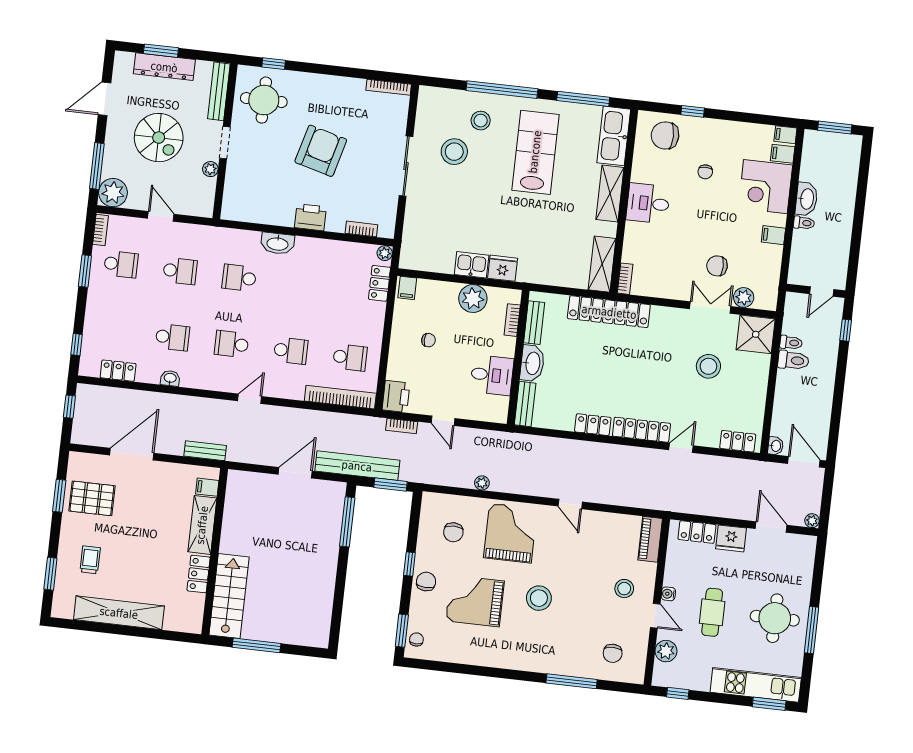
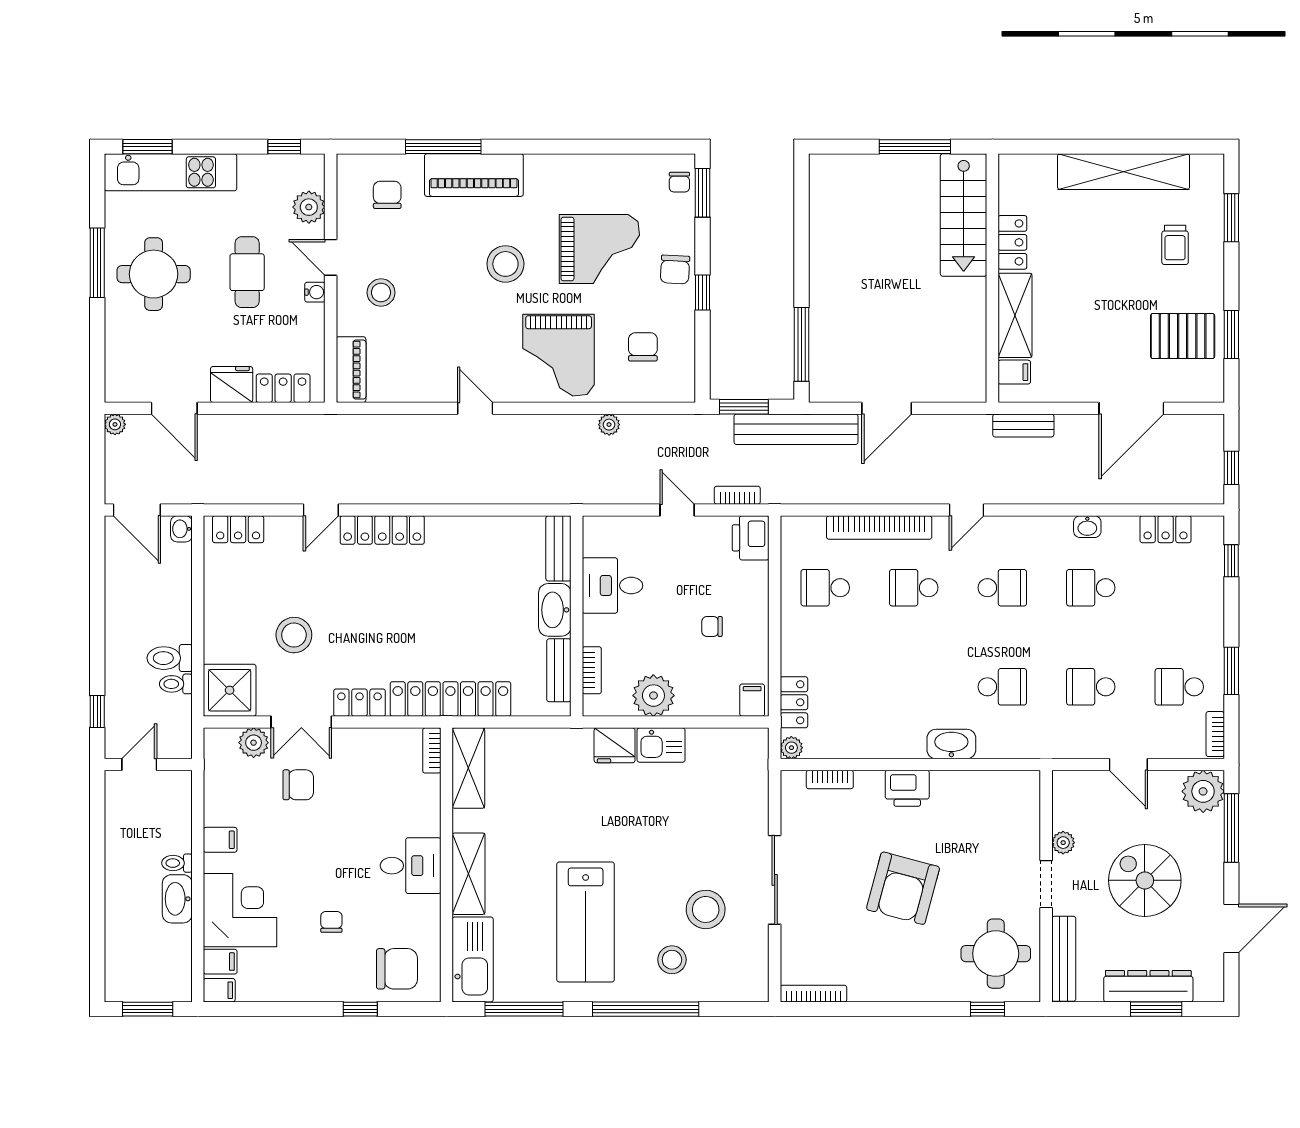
bookcase: (340, 397) -> (879, 528), moved
locker: (593, 425) -> (359, 703), moved, turned 180
piano: (553, 660) -> (474, 175), added

